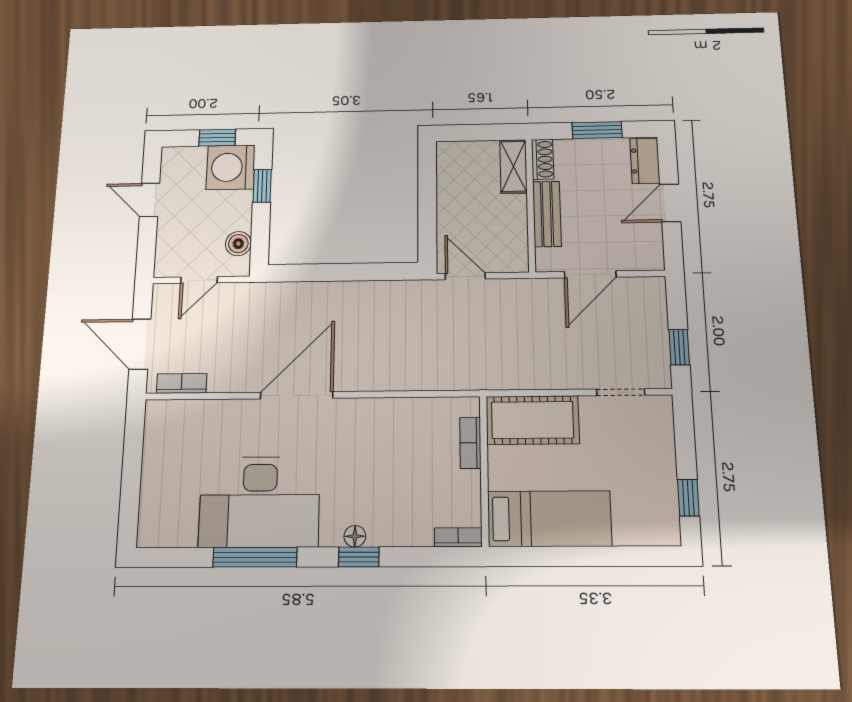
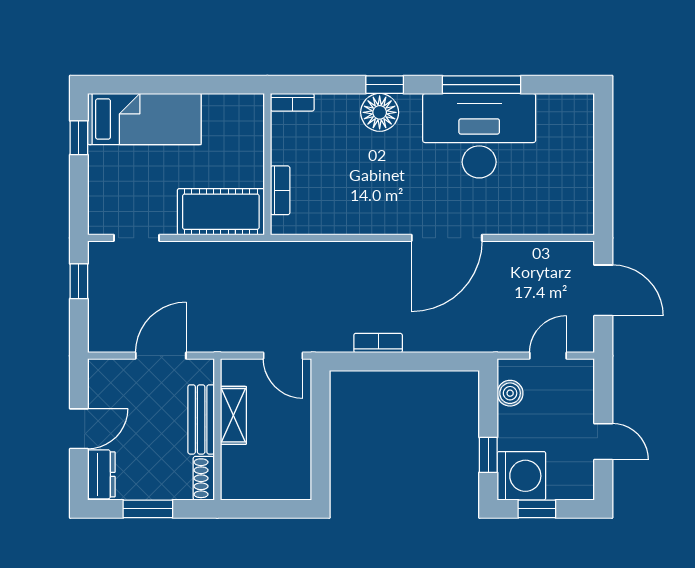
shelving: (513, 166) -> (233, 415), moved
bookcase: (182, 383) -> (378, 343), moved, turned 180
bed: (549, 519) -> (144, 119), moved, turned 180
floor lamp: (355, 536) -> (380, 112), width x1.89, depth x1.89

